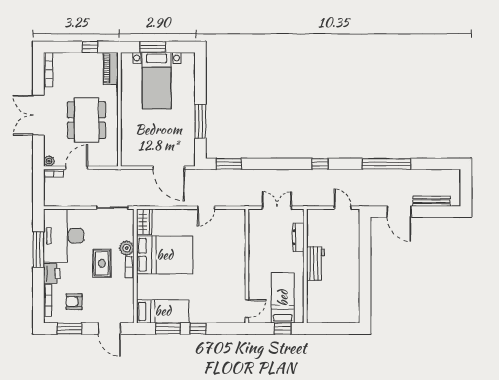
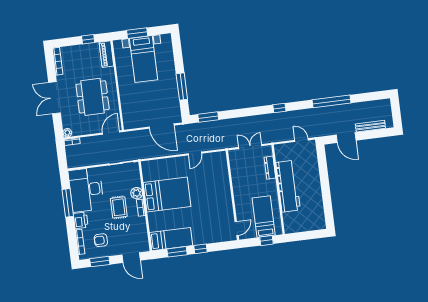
door: (77, 168) -> (111, 132), moved
wardrobe: (144, 222) -> (148, 171), removed
workbench: (315, 264) -> (288, 186), width x1.88, depth x1.32

